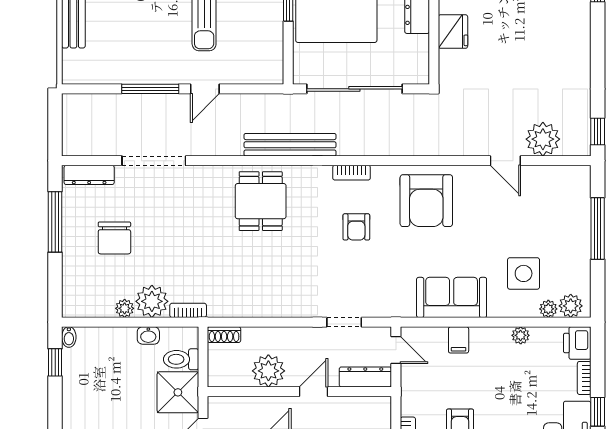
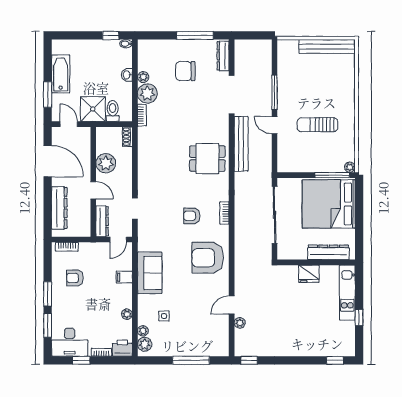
plant: (543, 139) -> (240, 323), width x0.53, depth x0.53
bench: (290, 145) -> (241, 144), moved
side table: (524, 273) -> (164, 316), width x0.54, depth x0.54
washbasin: (148, 335) -> (127, 75), moved

